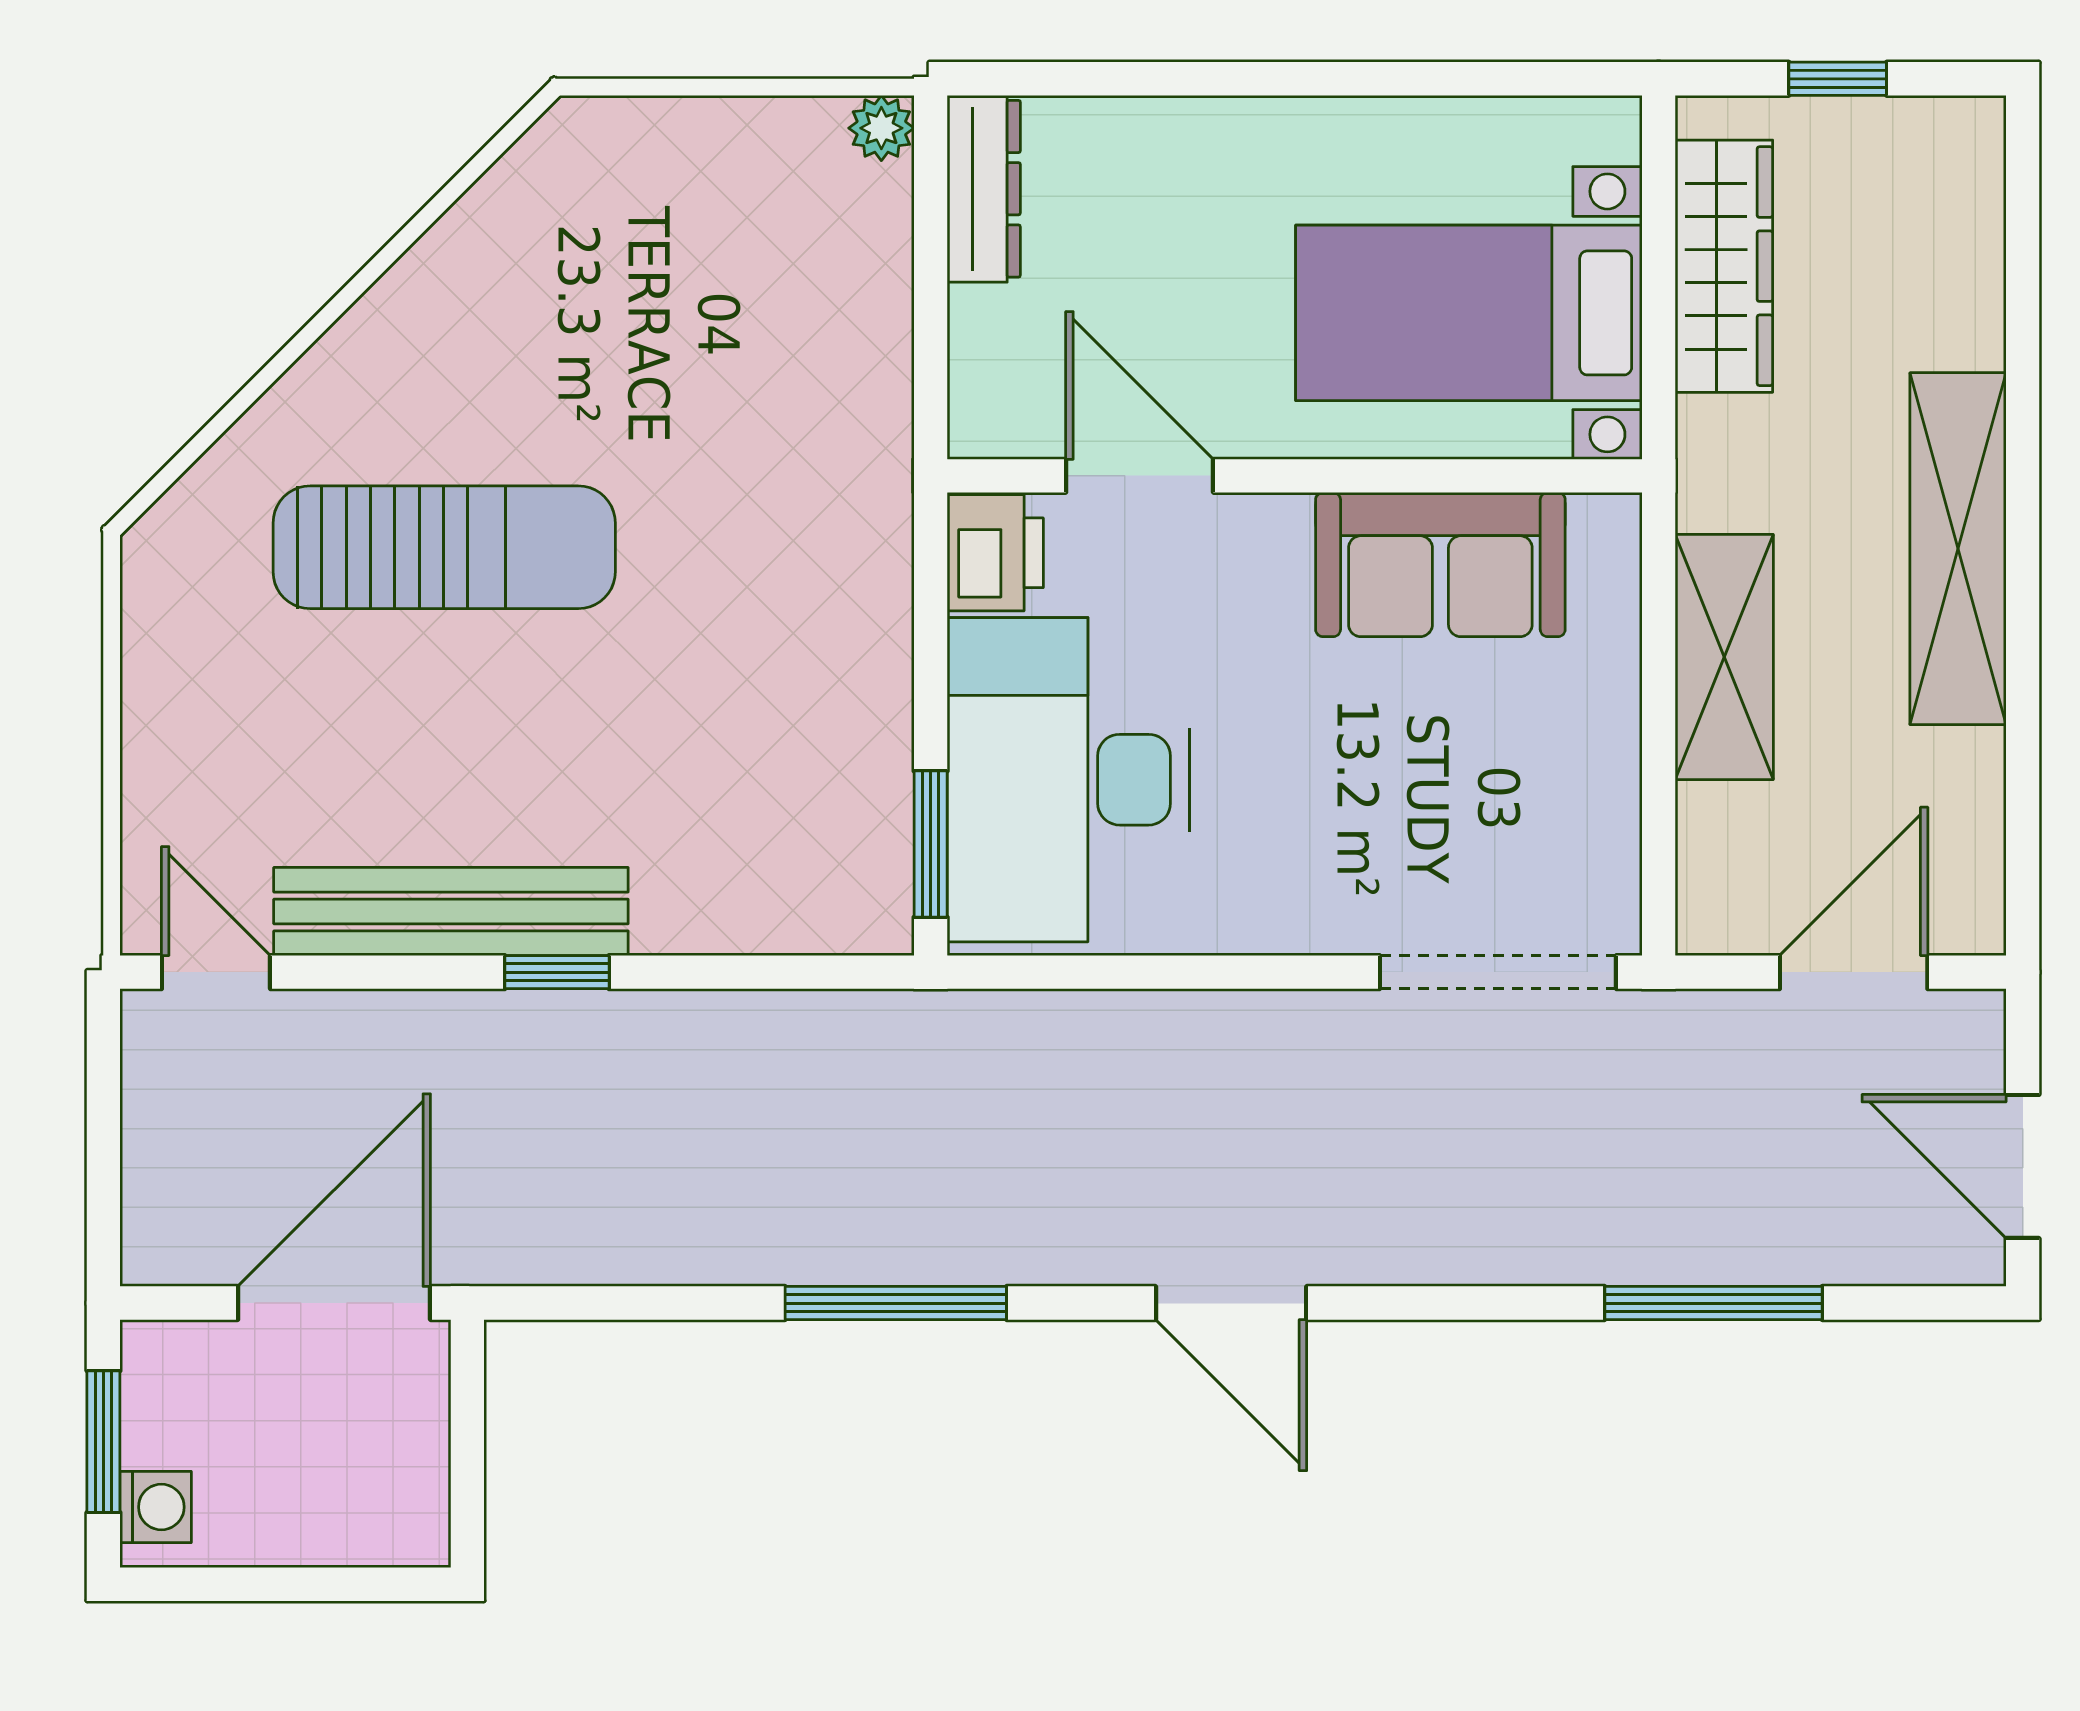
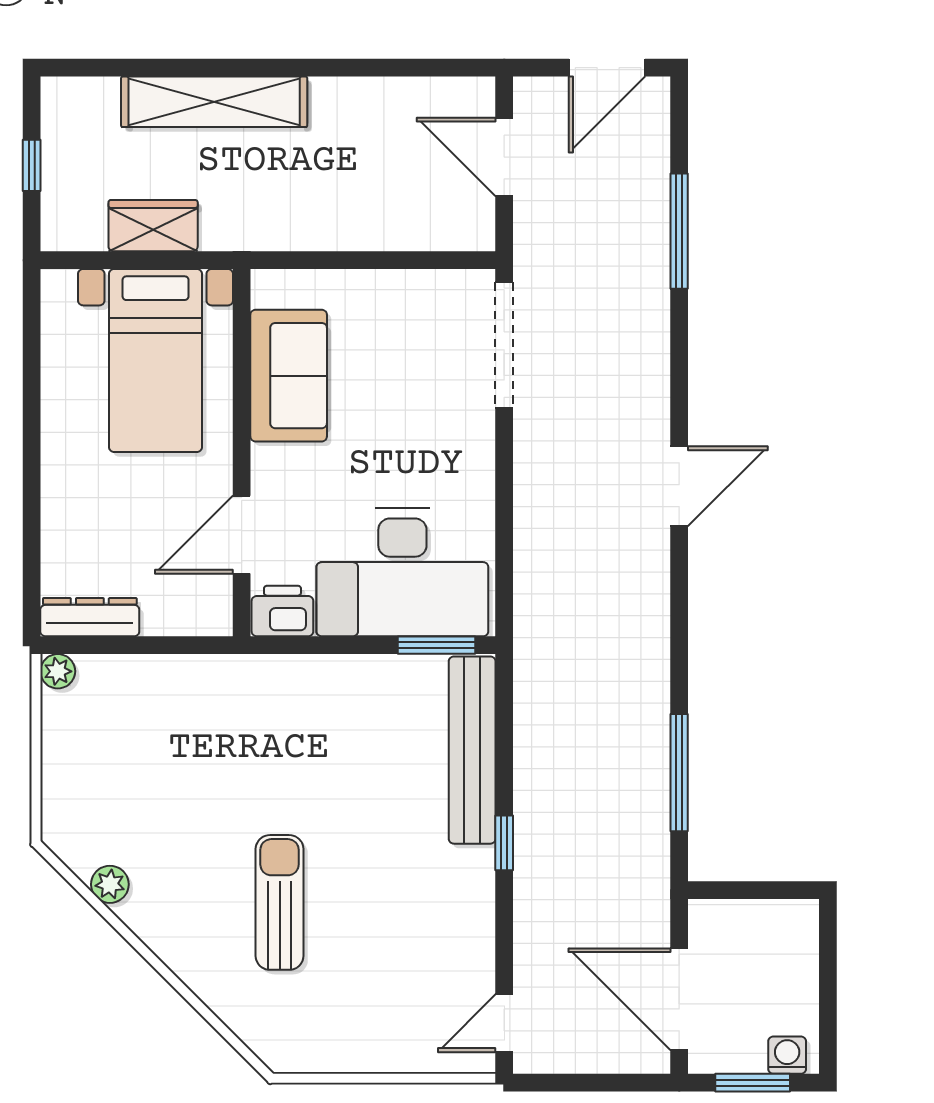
plant: (479, 227) -> (110, 884), added
wardrobe: (1724, 266) -> (153, 226), width x0.67
sun lounger: (444, 547) -> (280, 902), width x0.73, depth x0.75
shelving: (1958, 549) -> (214, 102), moved
shelving: (1724, 657) -> (338, 225), removed
bench: (451, 912) -> (472, 750), moved
door: (334, 1303) -> (679, 999), moved
window: (896, 1303) -> (679, 773), moved

